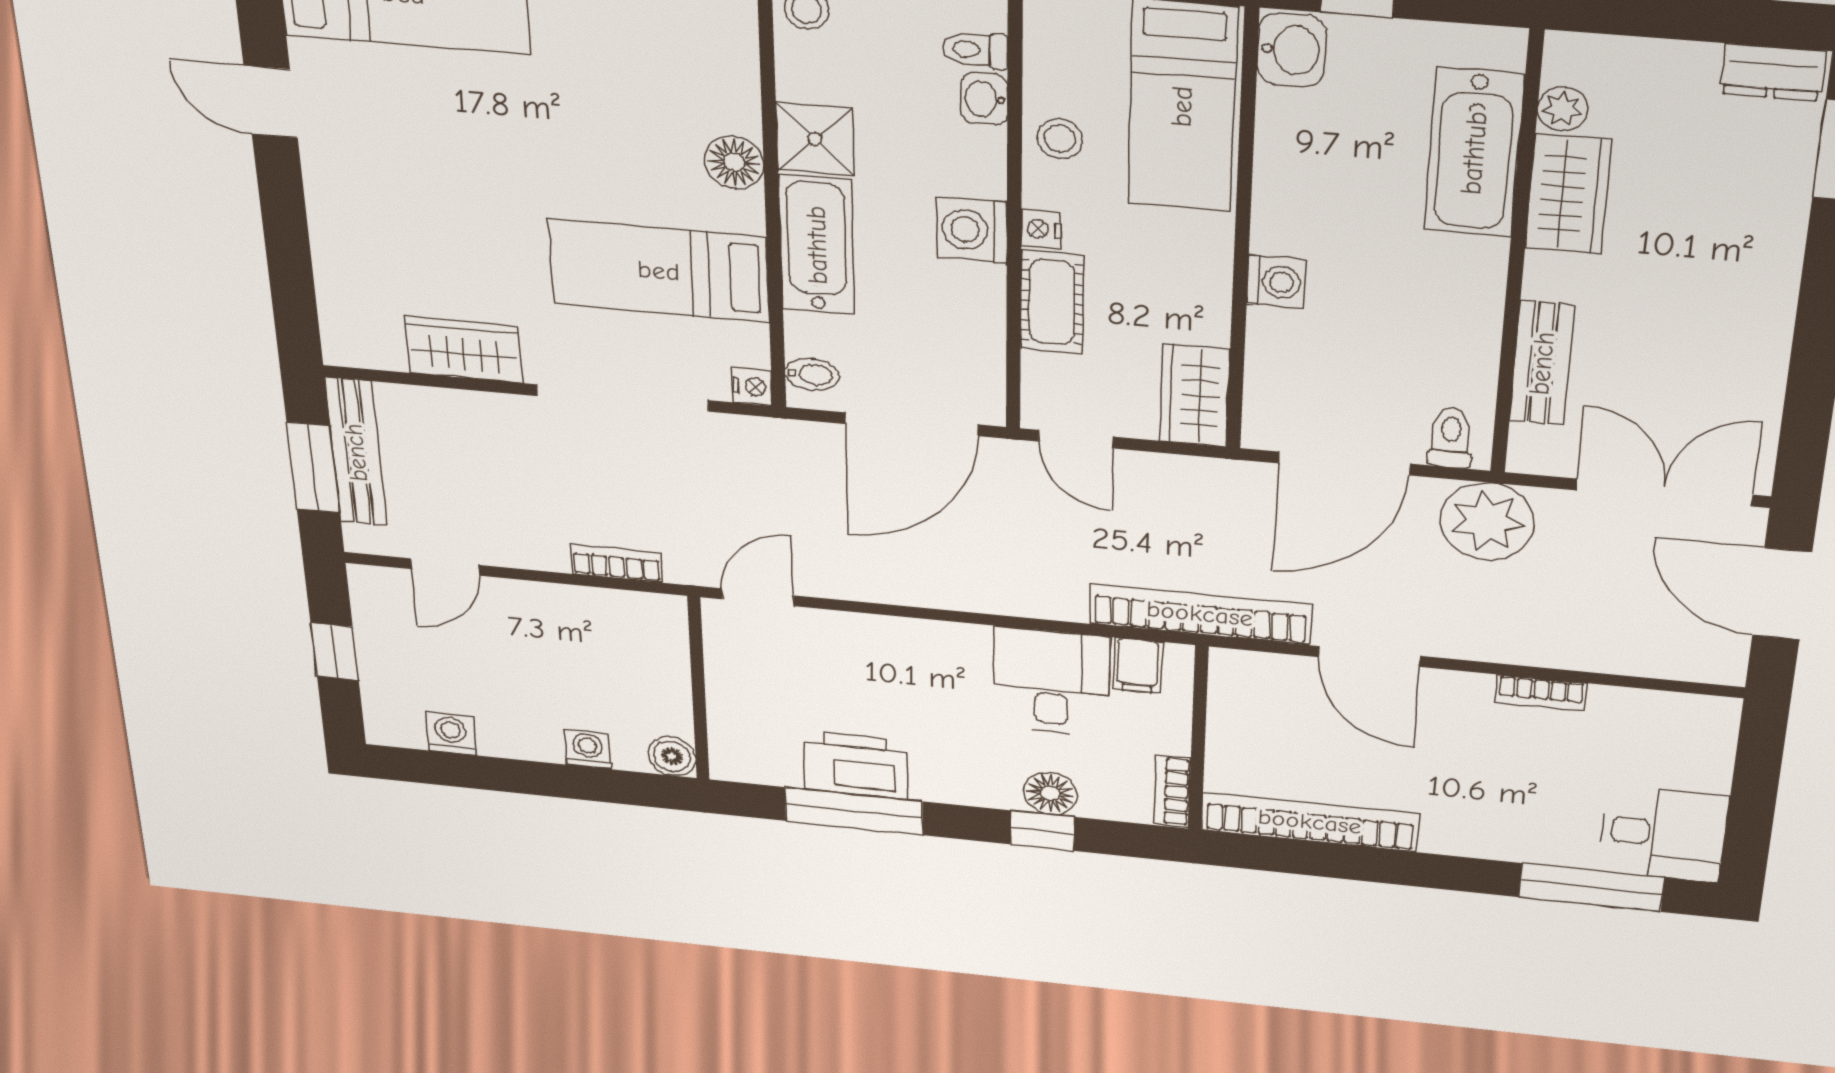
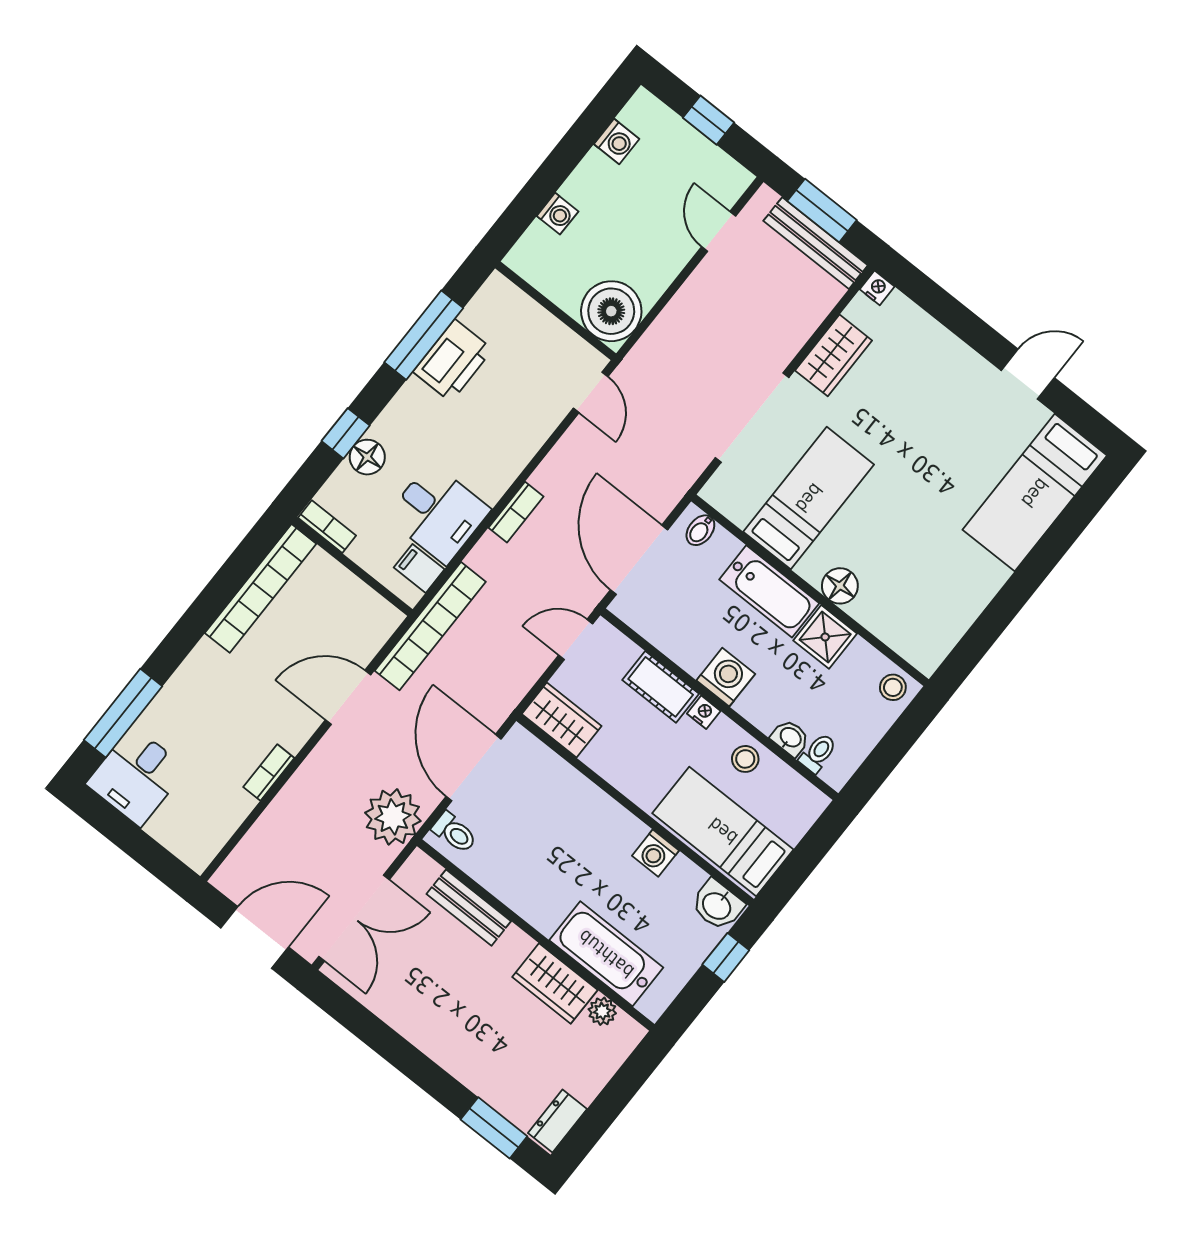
washing machine: (1276, 282) -> (656, 853), moved
nightstand: (753, 386) -> (877, 288), moved, turned 180
bookcase: (617, 563) -> (516, 512), moved
boiler: (672, 756) -> (611, 311), moved, width x1.86, depth x1.86

